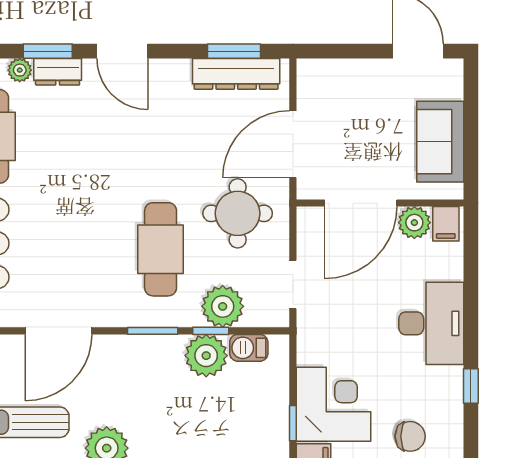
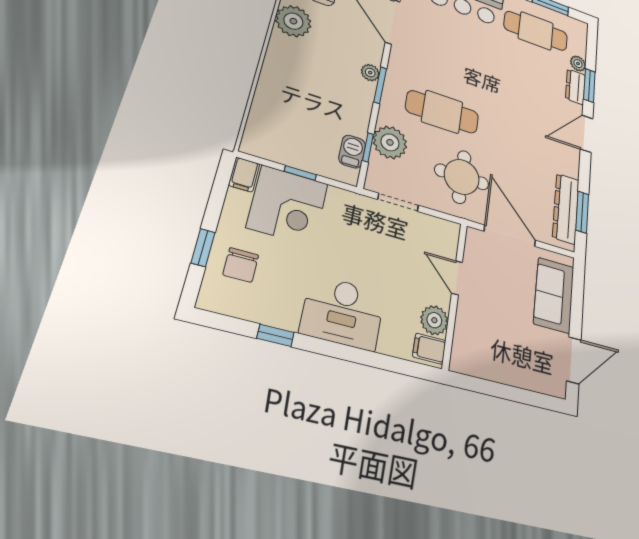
sofa: (440, 142) -> (554, 295), moved, turned -90
door: (361, 203) -> (457, 278), width x0.53
window: (211, 331) -> (368, 147), moved
plant: (206, 356) -> (370, 73), moved, width x0.53, depth x0.53
window: (293, 423) -> (300, 173), moved

